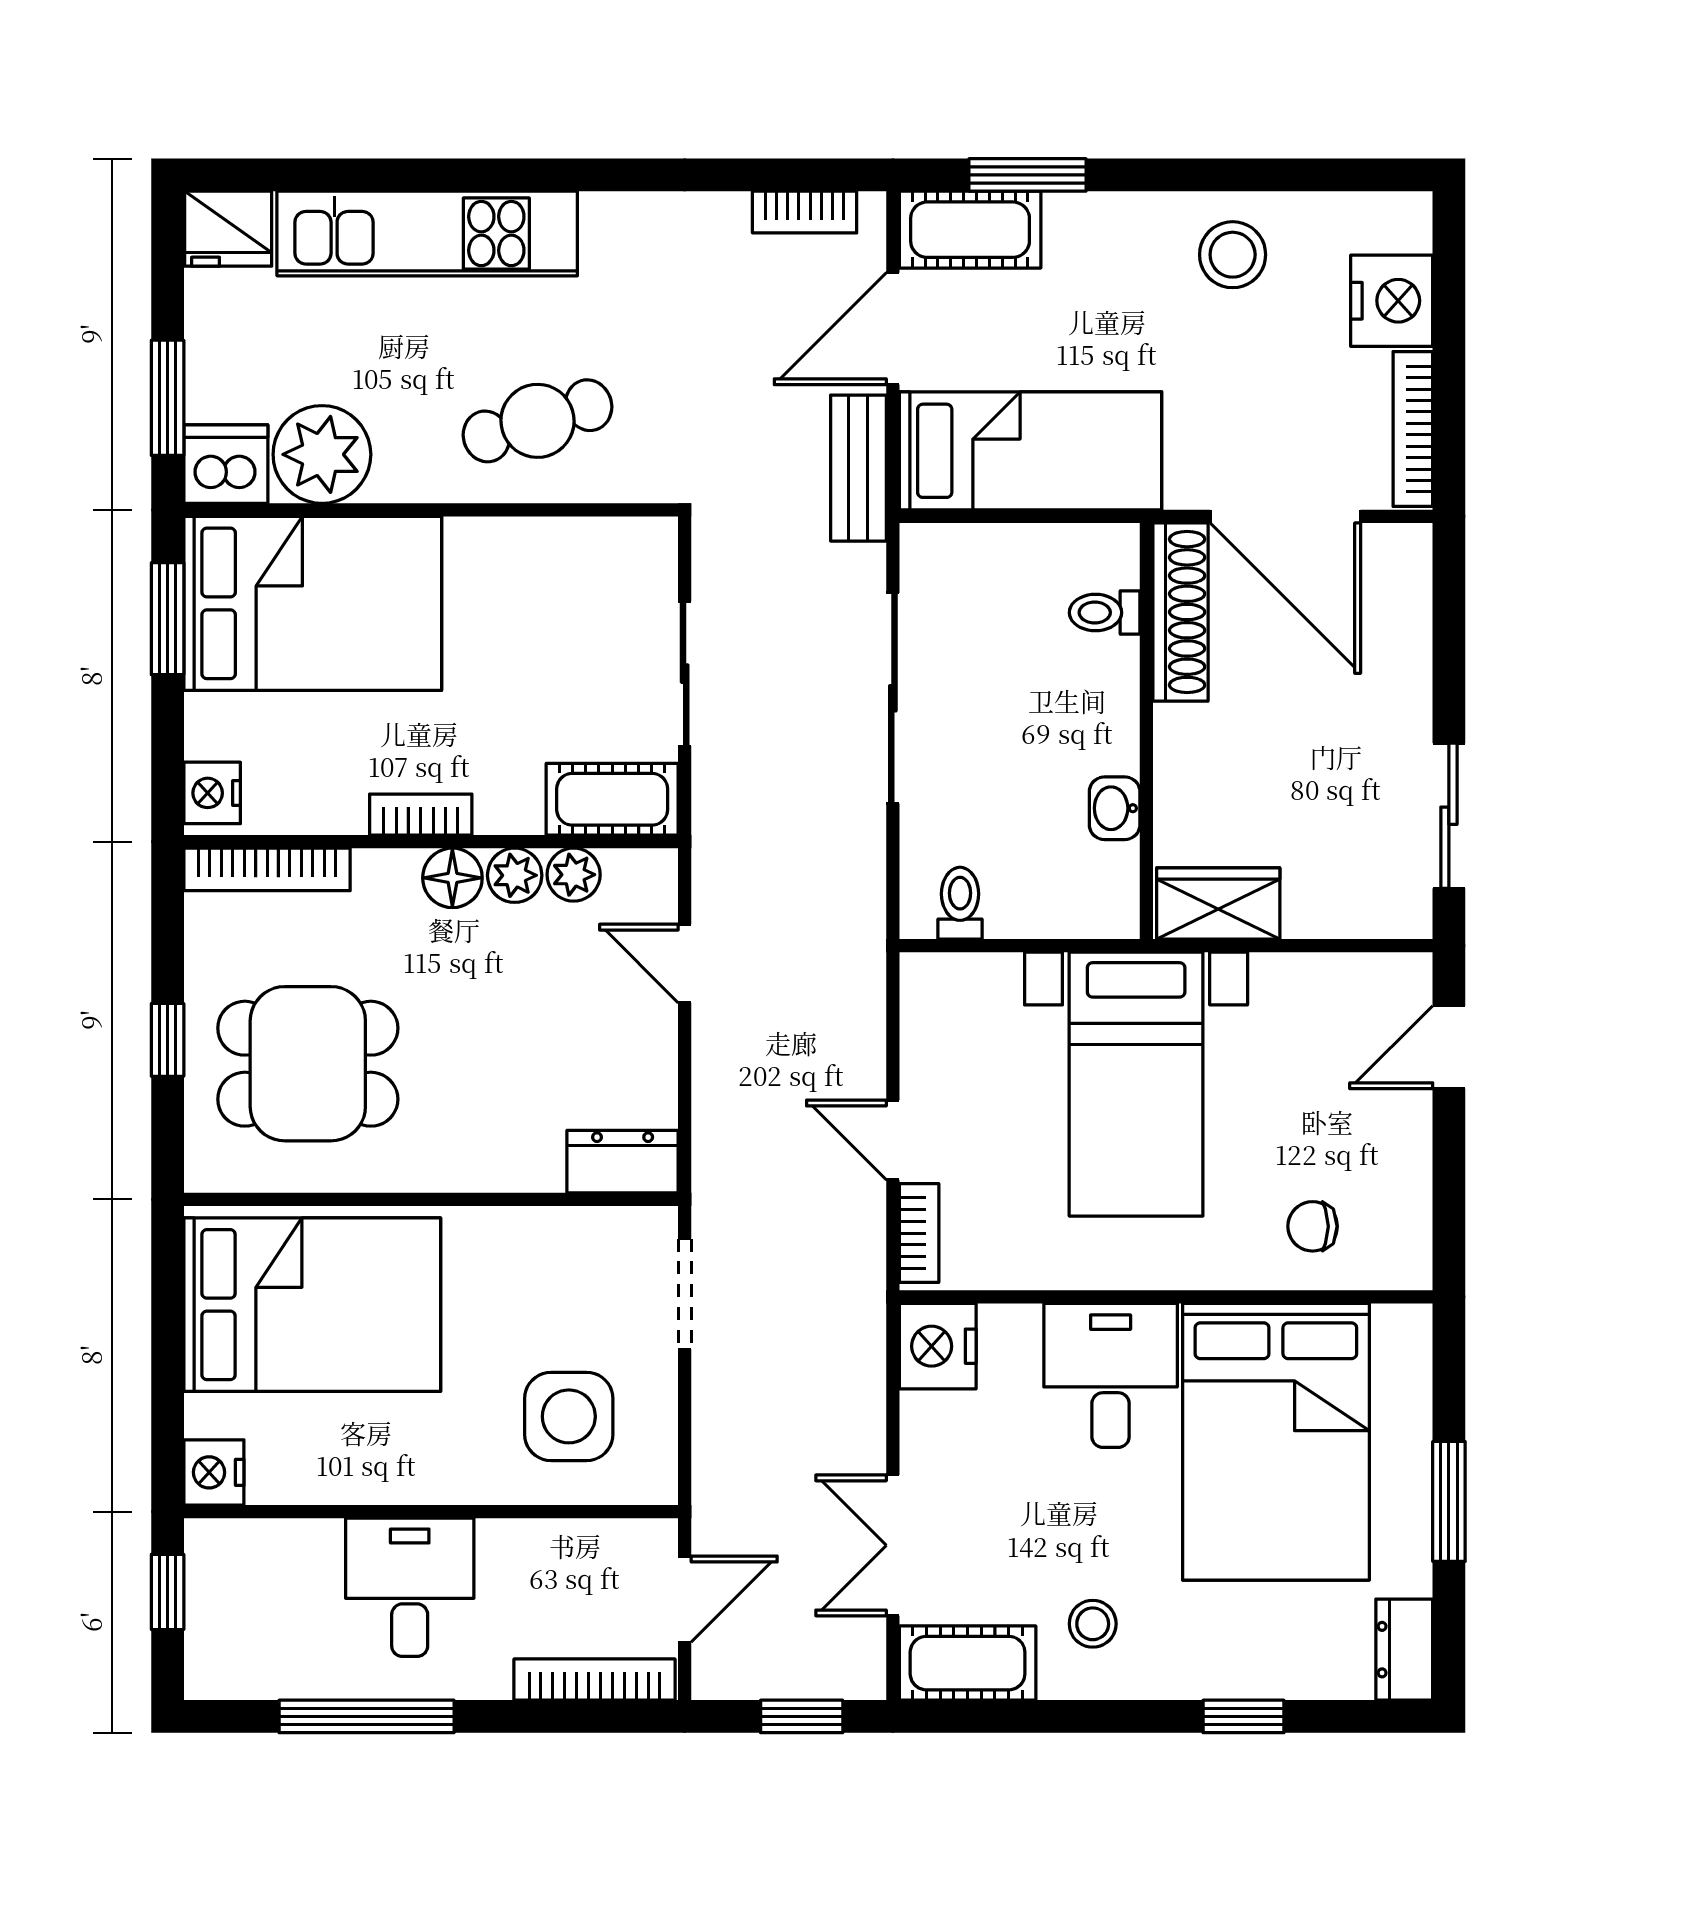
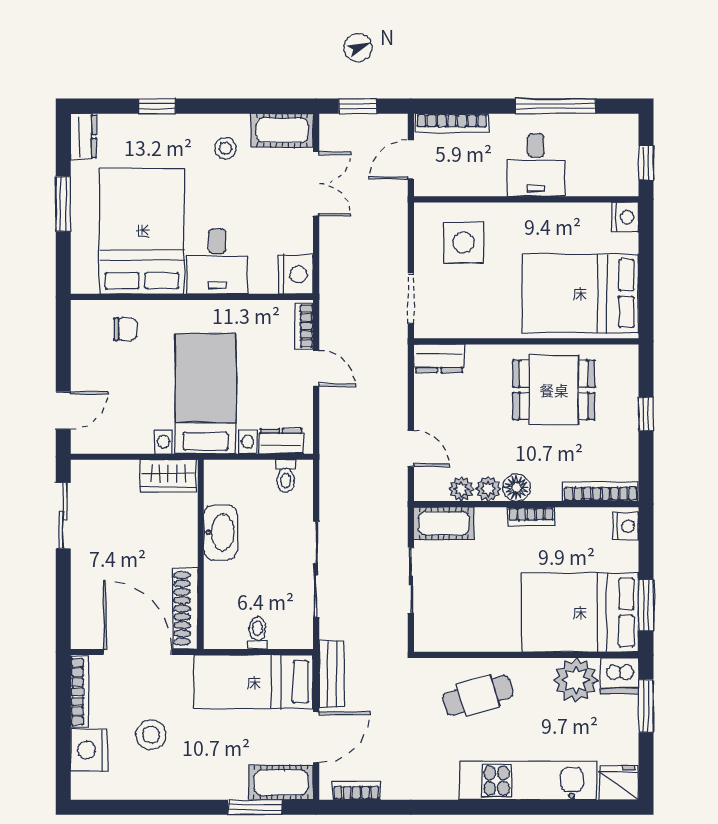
stool: (1233, 255) -> (151, 735), moved
toilet: (1105, 613) -> (257, 633), moved, turned -90
washbasin: (1115, 808) -> (220, 532), width x1.91, depth x1.45
dresser: (970, 980) -> (281, 441), added
dining table: (308, 1064) -> (554, 390), moved

